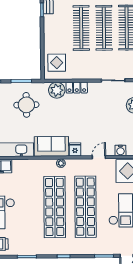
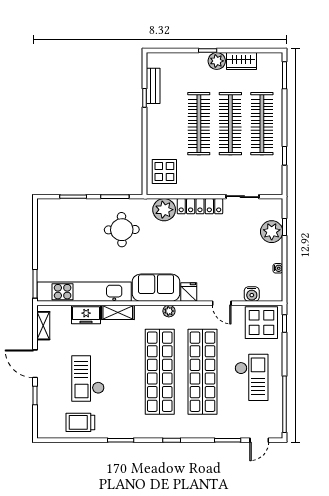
locker: (77, 88) -> (200, 206), width x1.53
door: (99, 157) -> (222, 303), swing flipped
shelving: (24, 164) -> (118, 312), added

